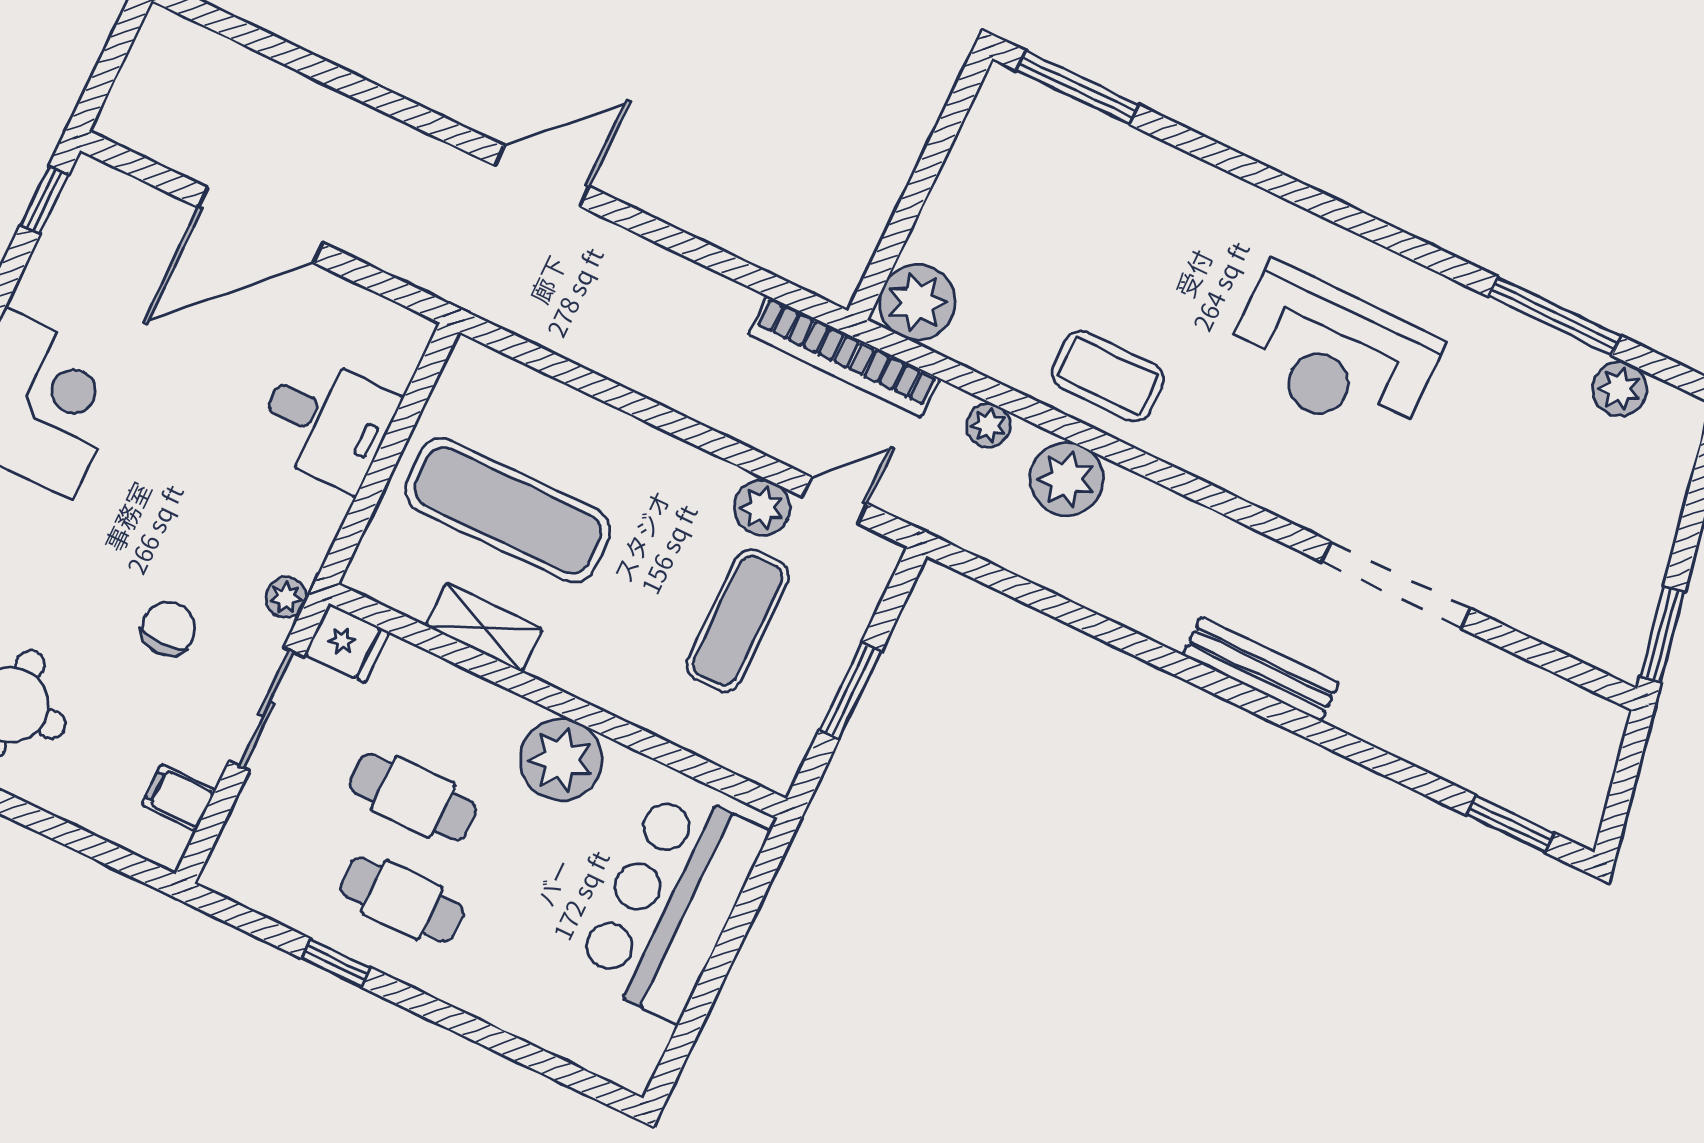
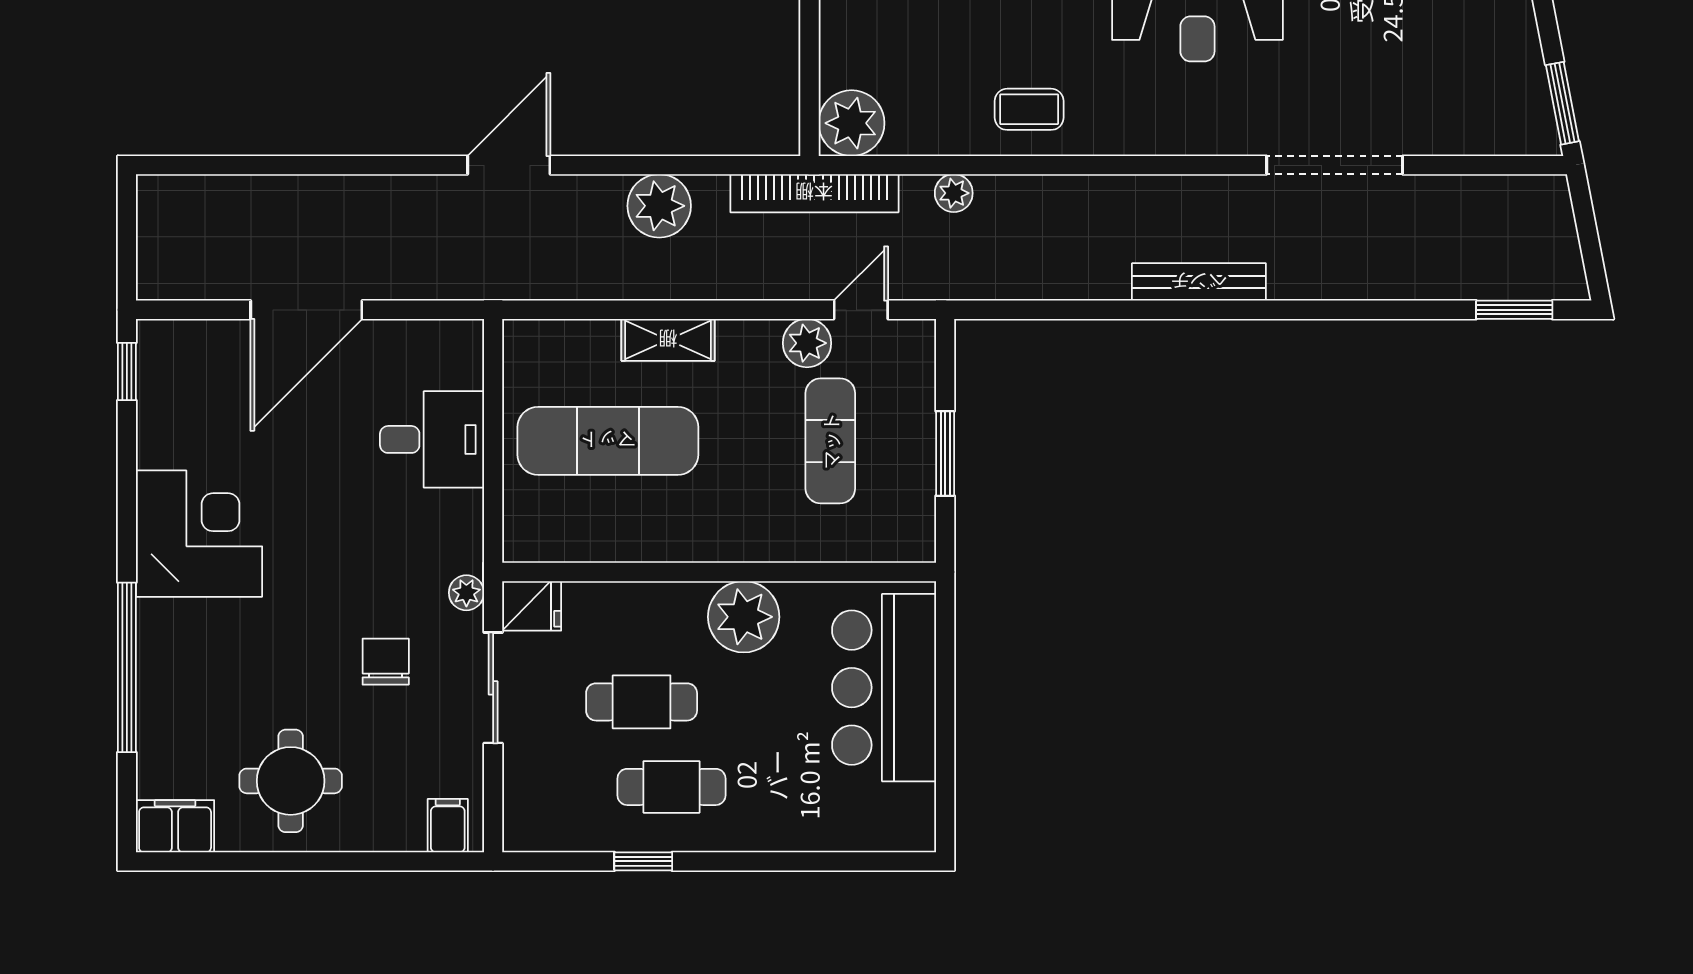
coffee table: (1108, 376) -> (1029, 109), width x0.73, depth x0.77
plant: (1067, 479) -> (659, 206), moved
shelving: (484, 627) -> (668, 340), moved
bench: (1261, 669) -> (1199, 282), moved
filing cabinet: (179, 797) -> (448, 826), moved, turned 90

